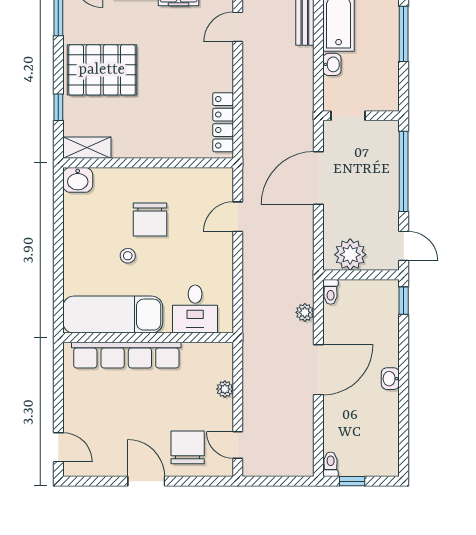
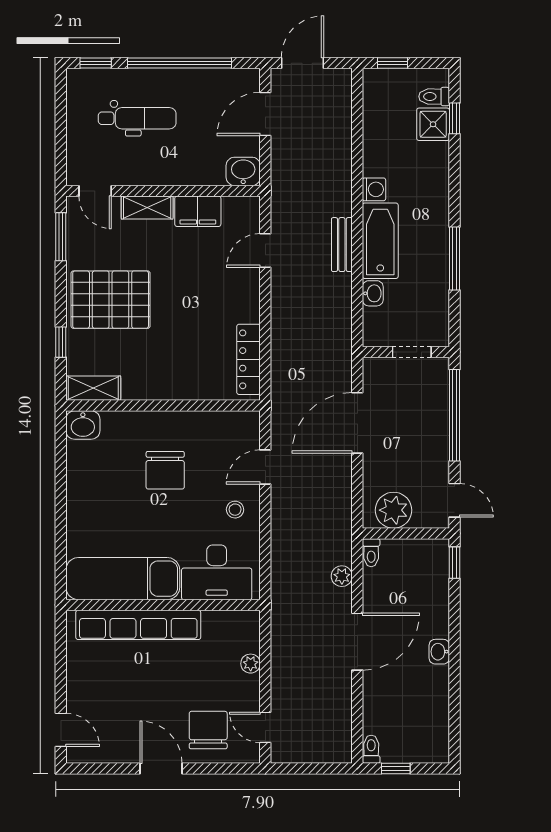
doorway: (348, 116) -> (412, 352), moved
stool: (128, 256) -> (235, 510), moved
desk: (195, 309) -> (217, 572), width x1.37

